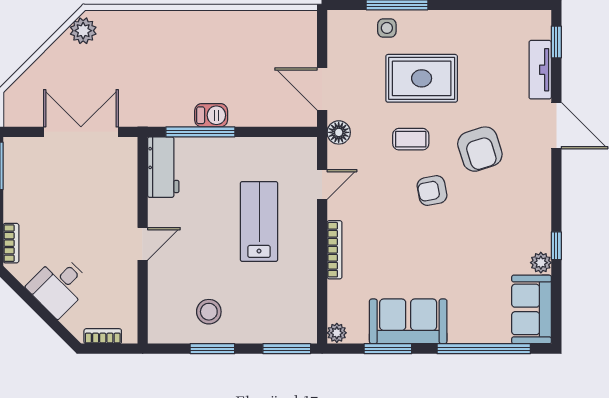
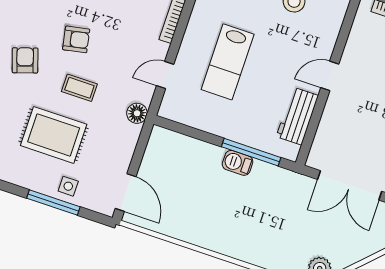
door: (322, 89) -> (126, 193), moved
armchair: (480, 149) -> (25, 60), width x0.72, depth x0.72
workbench: (163, 167) -> (297, 116), moved

